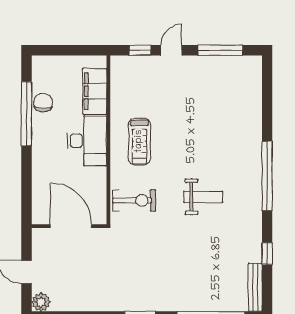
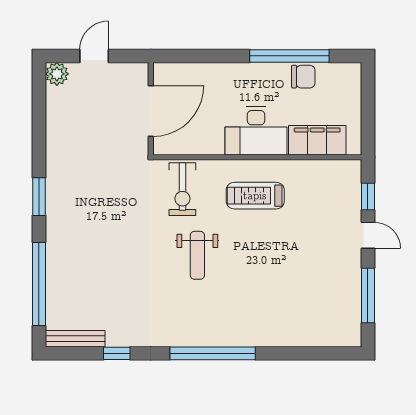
weight bench: (203, 197) -> (197, 255), moved

